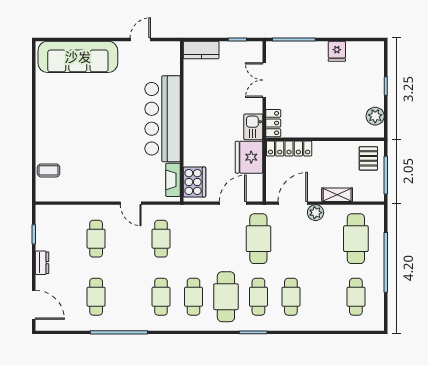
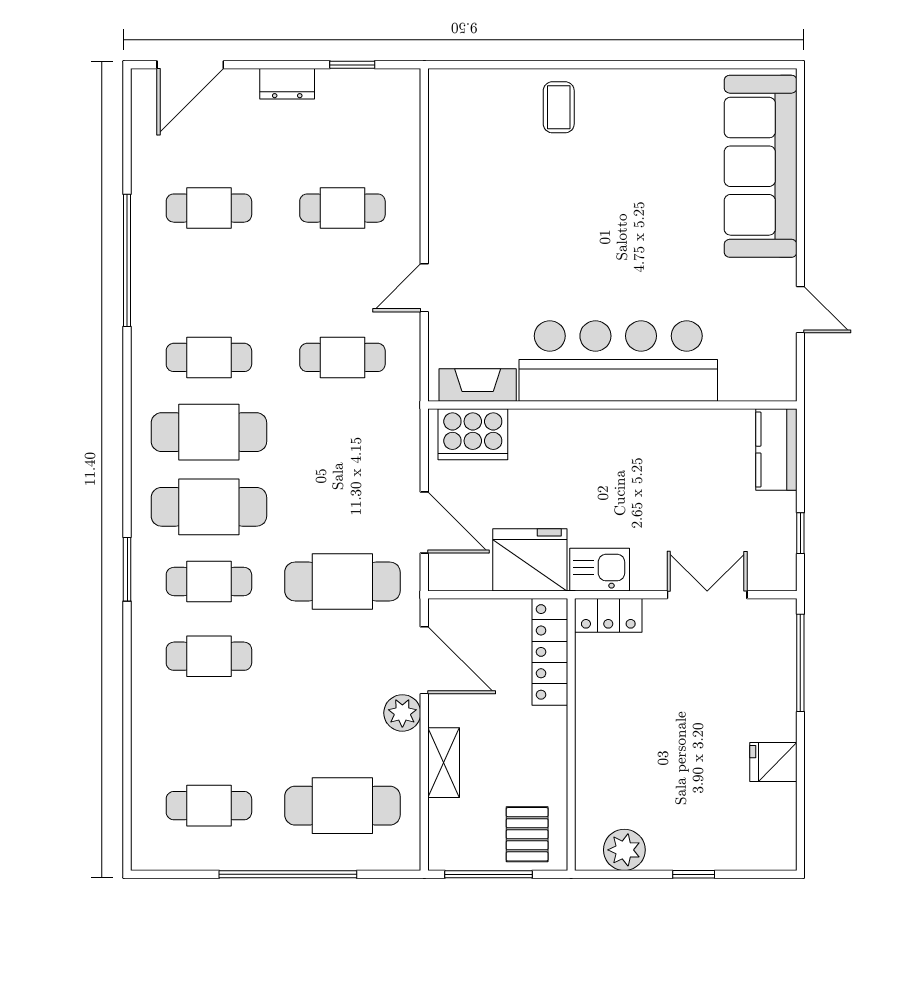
pallet: (368, 158) -> (527, 834), turned 90
coffee table: (49, 170) -> (559, 107), moved
cafe table: (193, 297) -> (209, 432), width x1.37, depth x1.35

